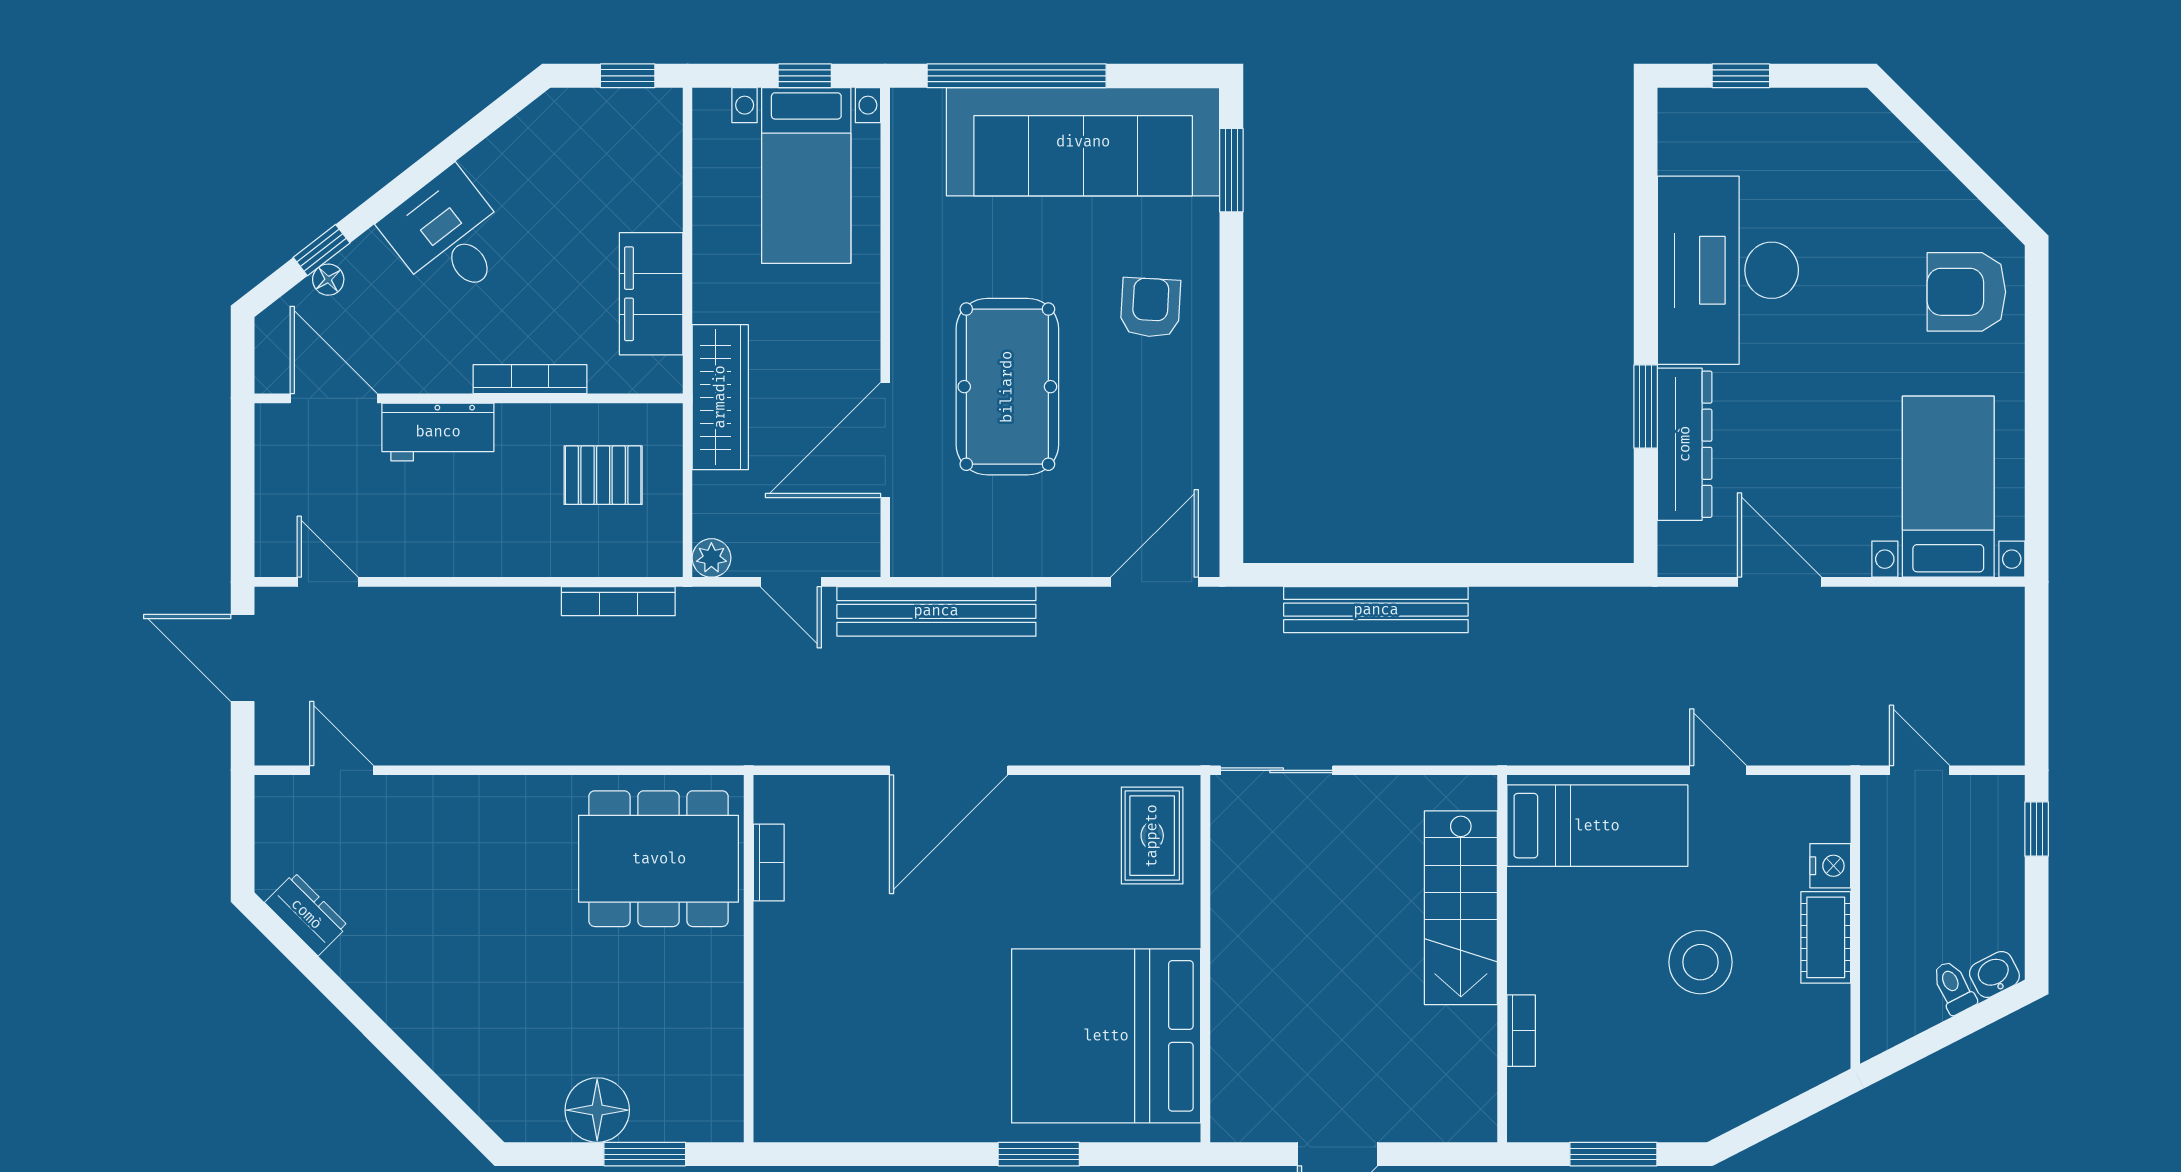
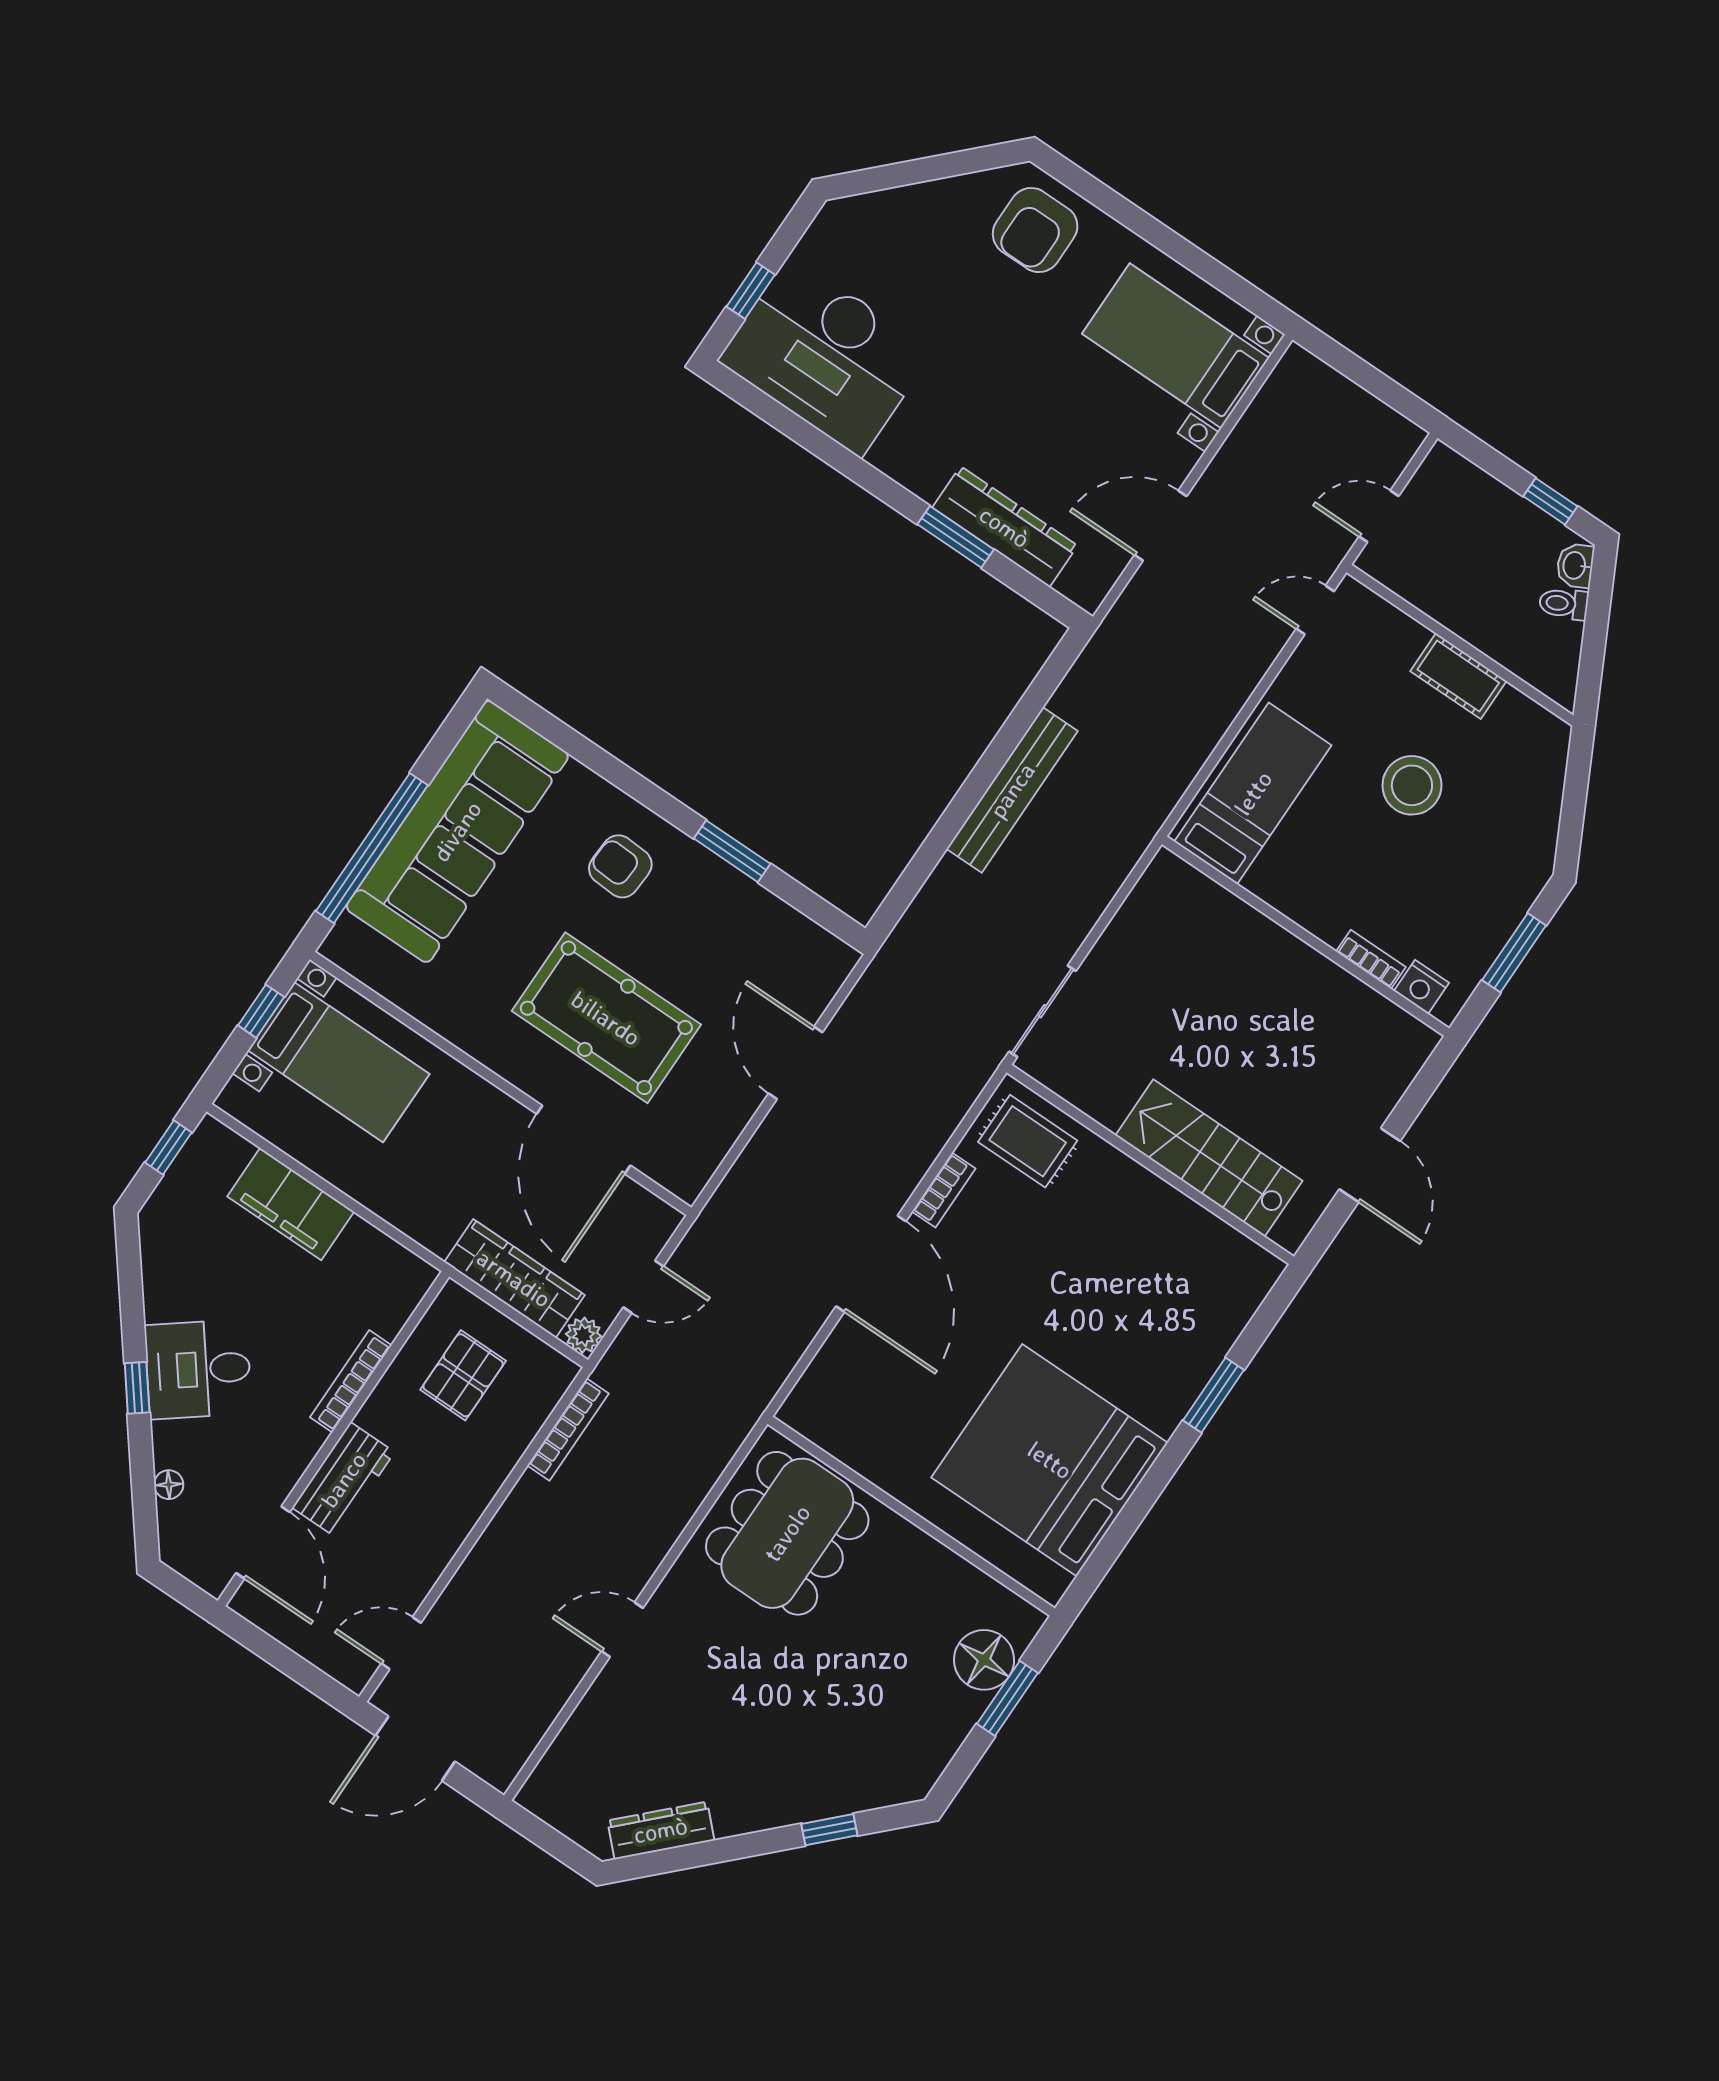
window: (1231, 170) -> (732, 851), moved
window: (322, 250) -> (137, 1388), moved
desk: (1728, 270) -> (825, 356), moved
filing cabinet: (651, 294) -> (291, 1204), moved
wardrobe: (720, 397) -> (514, 1278), moved
door: (334, 398) -> (263, 1542), swing flipped
door: (1154, 582) -> (796, 1063), moved
bench: (1376, 610) -> (1012, 790), moved
bench: (936, 611) -> (742, 1190), removed
door: (342, 770) -> (622, 1630), moved
door: (1718, 770) -> (1315, 610), moved
window: (2037, 829) -> (1550, 501), moved
bookcase: (769, 863) -> (944, 1190), moved, turned 90
nightstand: (1830, 866) -> (1421, 987), moved, turned 180
stairs: (1461, 908) -> (1209, 1158), moved, turned 180
dresser: (306, 914) -> (661, 1830), width x1.44
bed: (1106, 1036) -> (1050, 1460), moved, turned 90
window: (421, 1075) -> (829, 1830), added
floor lamp: (597, 1110) -> (984, 1660), moved

